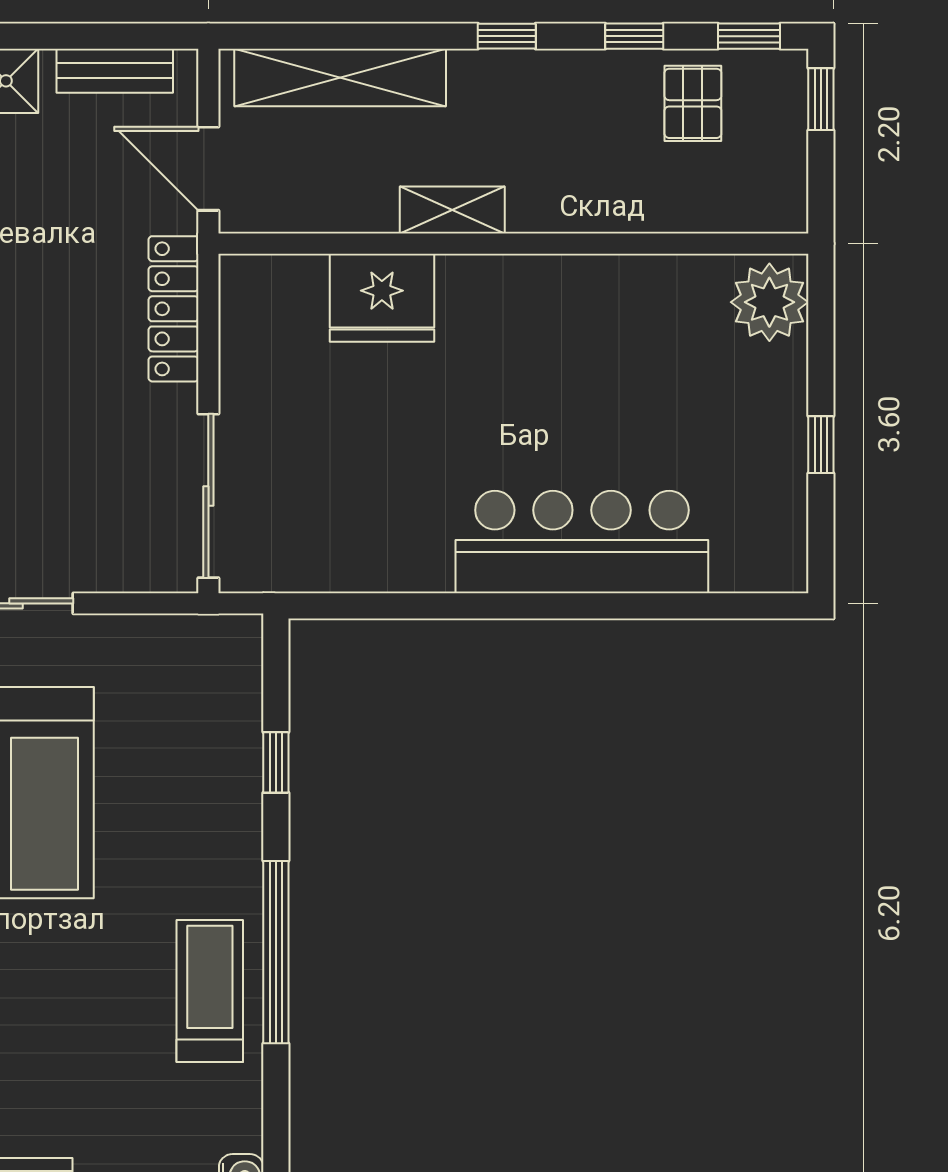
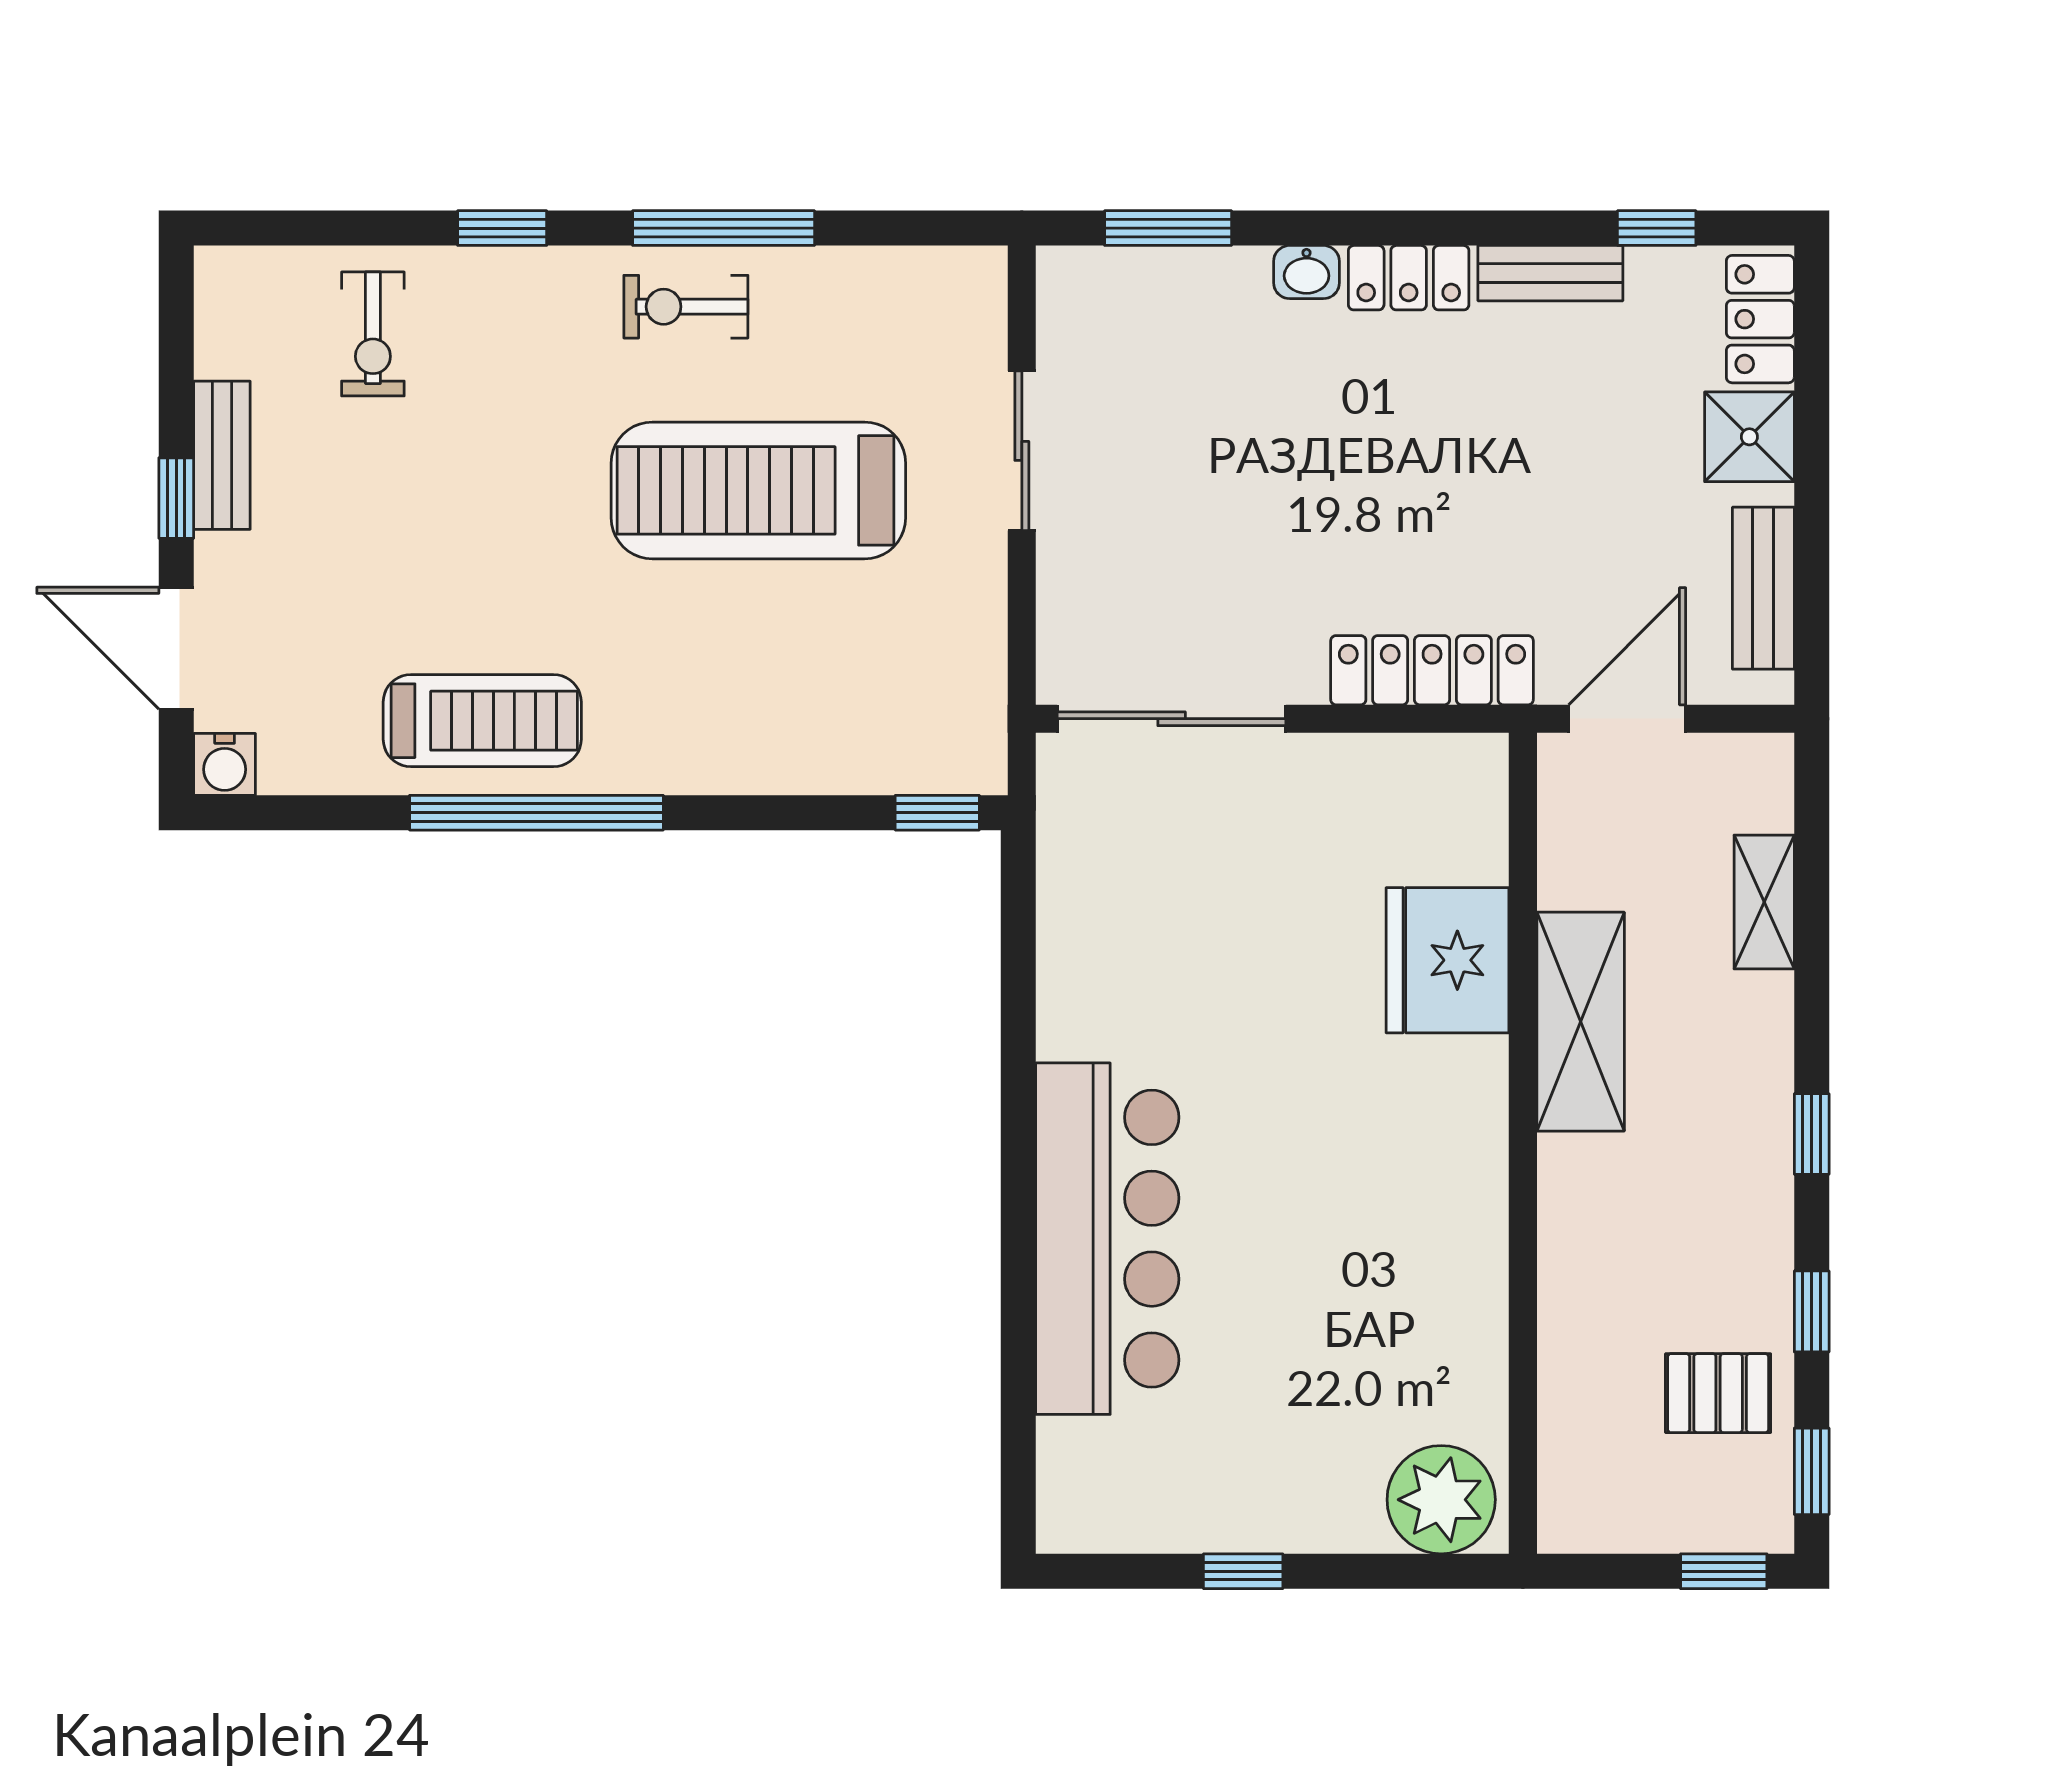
shelving: (340, 77) -> (1764, 902), width x0.45, depth x0.75
shelving: (452, 210) -> (1581, 1022), width x1.50, depth x1.33
window: (276, 762) -> (937, 813), moved

